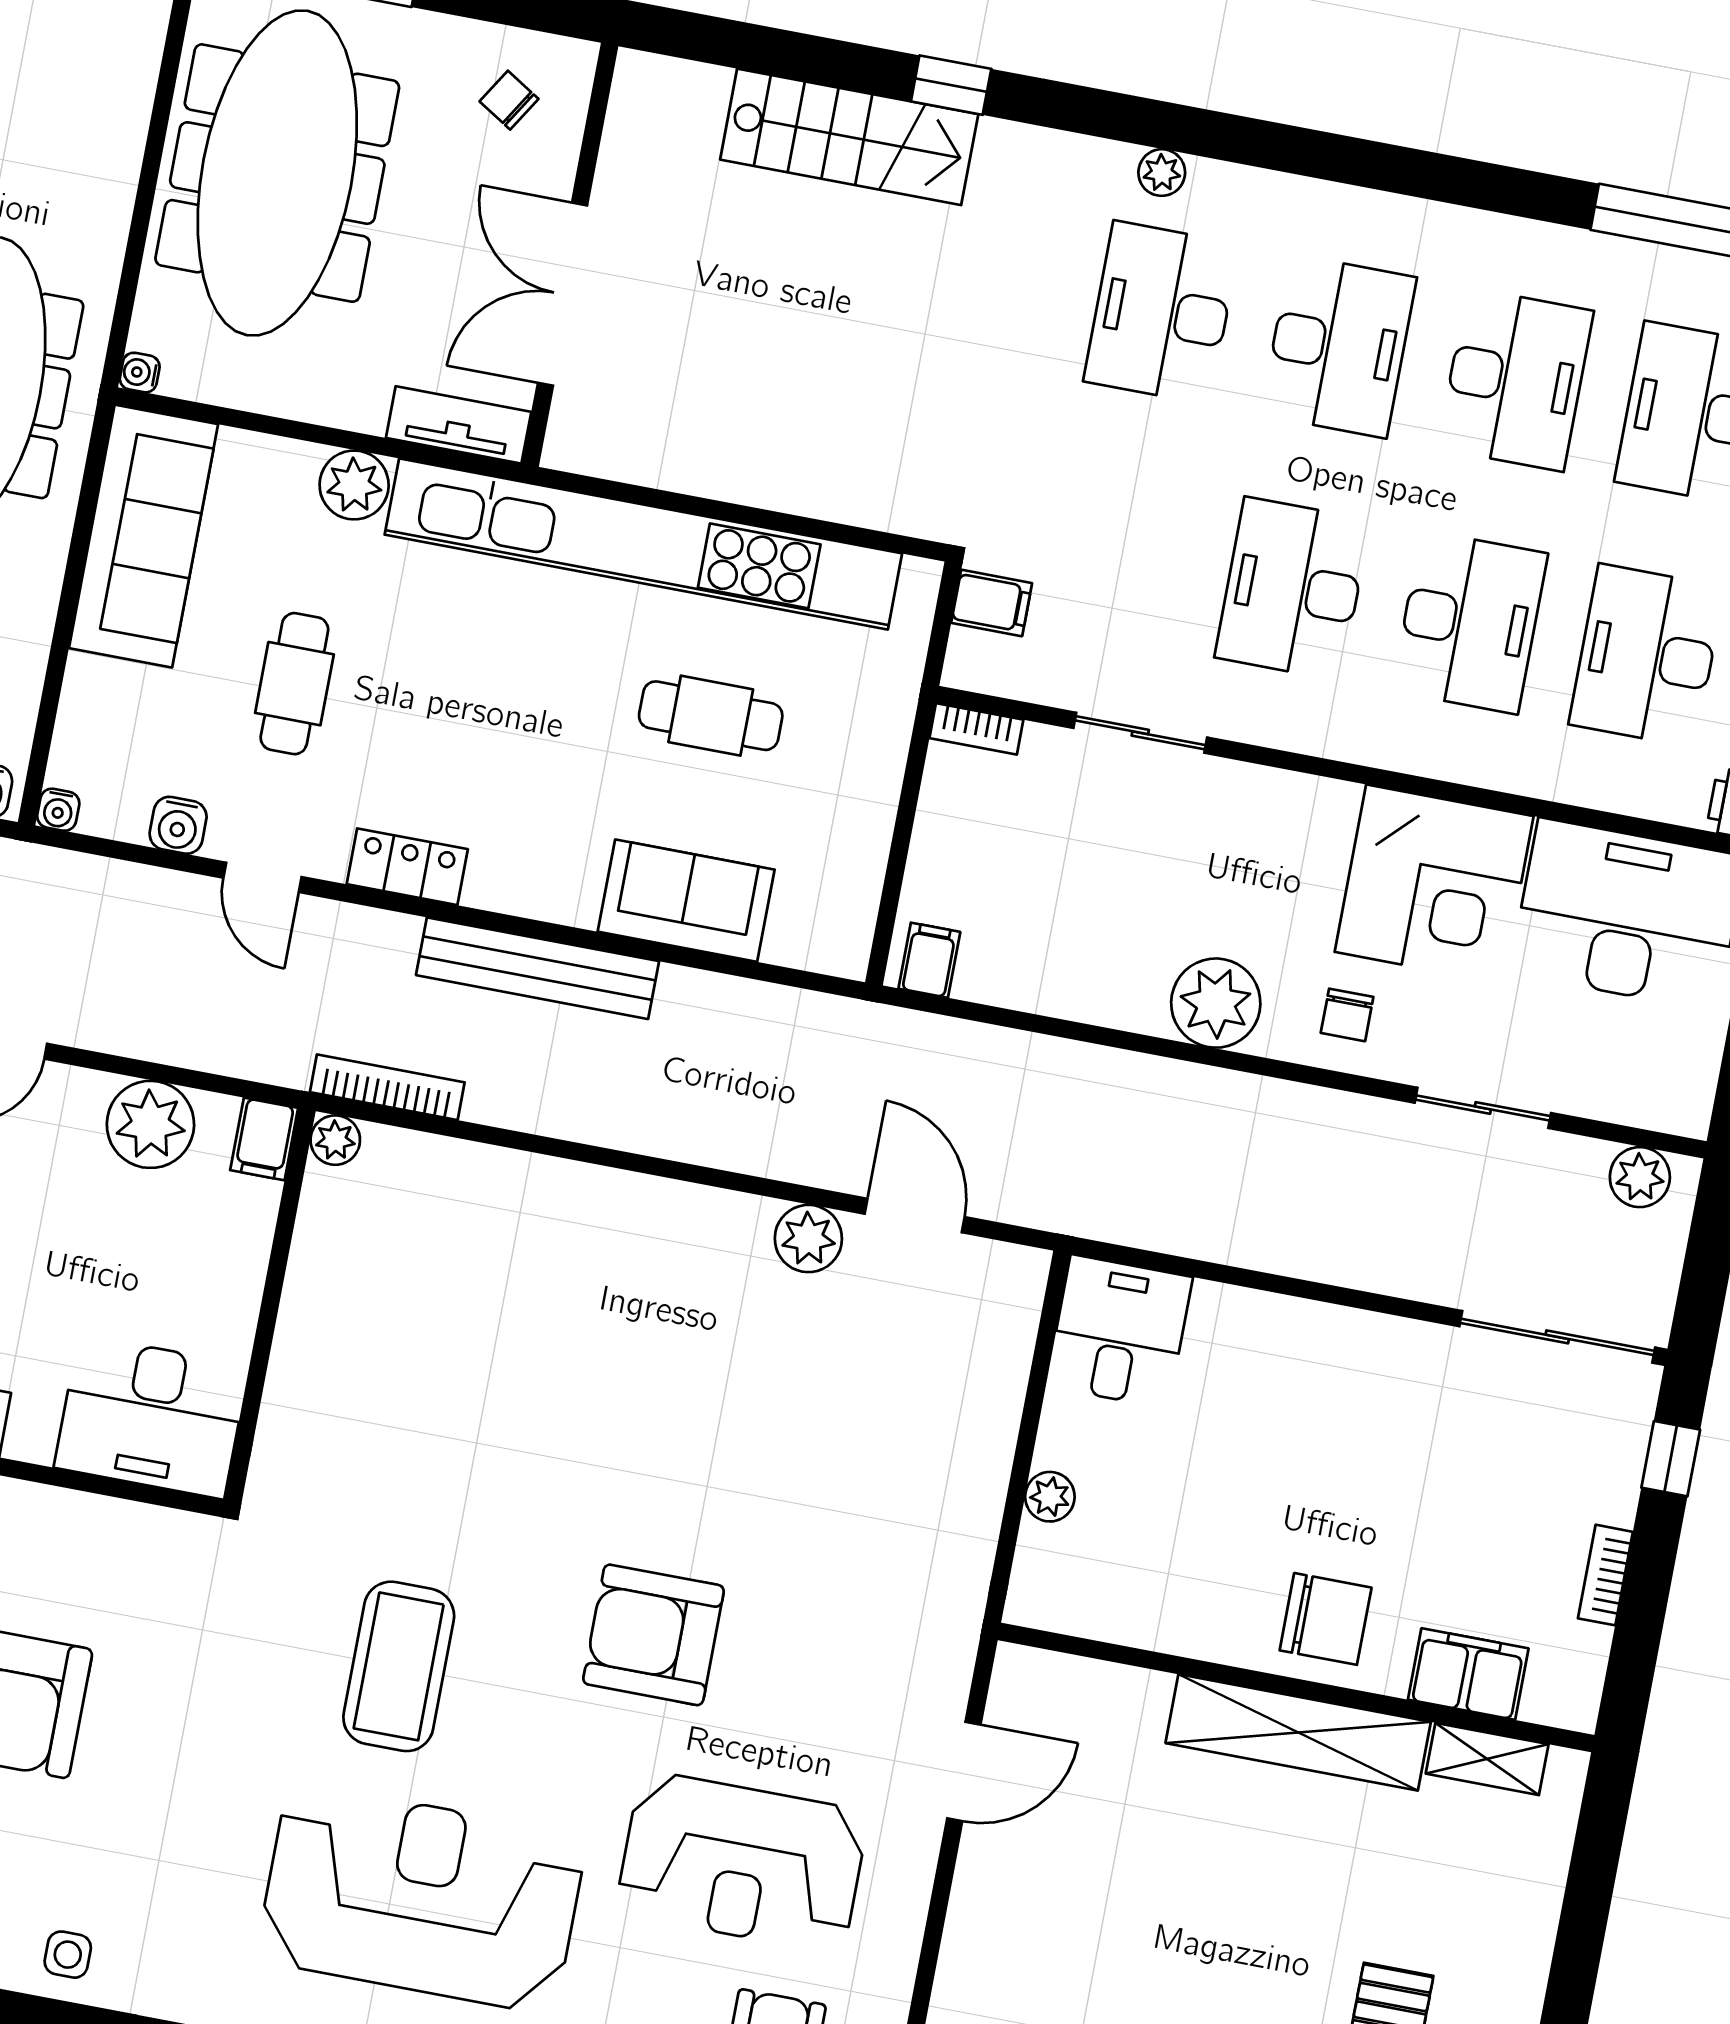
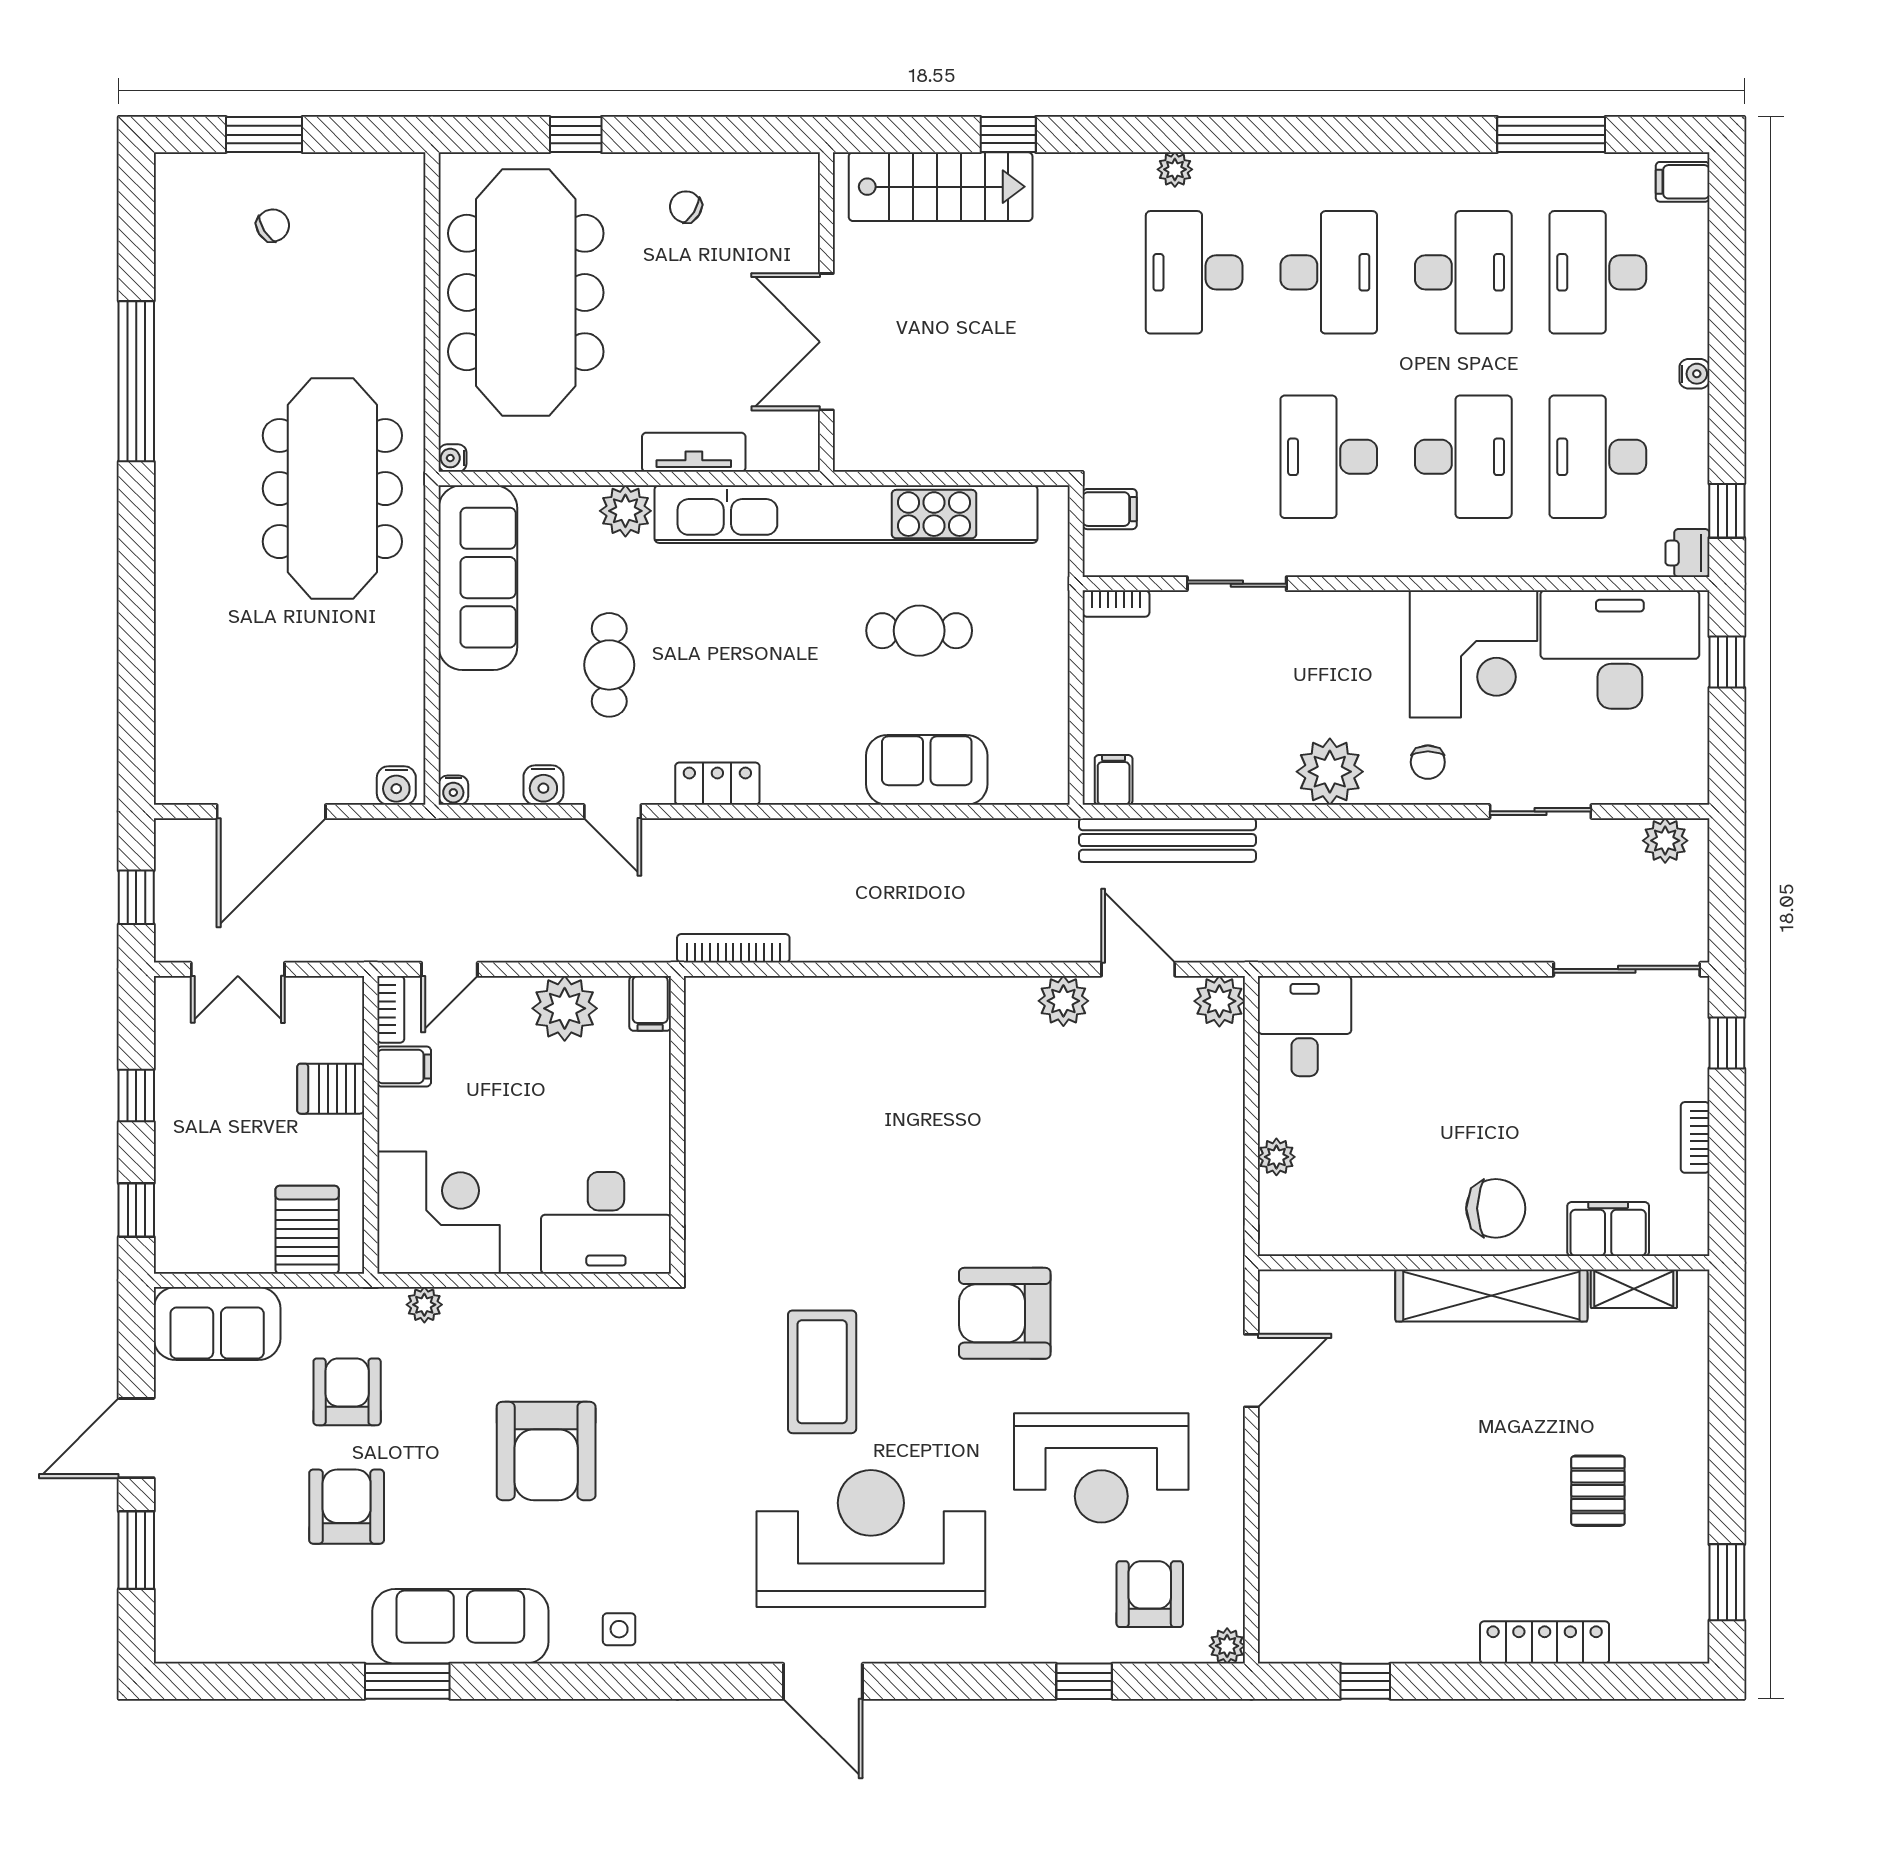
wall: (570, 255) -> (826, 312), moved
double door: (562, 294) -> (826, 342), moved
bench: (538, 968) -> (1167, 840), moved
plant: (335, 1140) -> (1219, 1001), moved, width x1.38, depth x1.38

